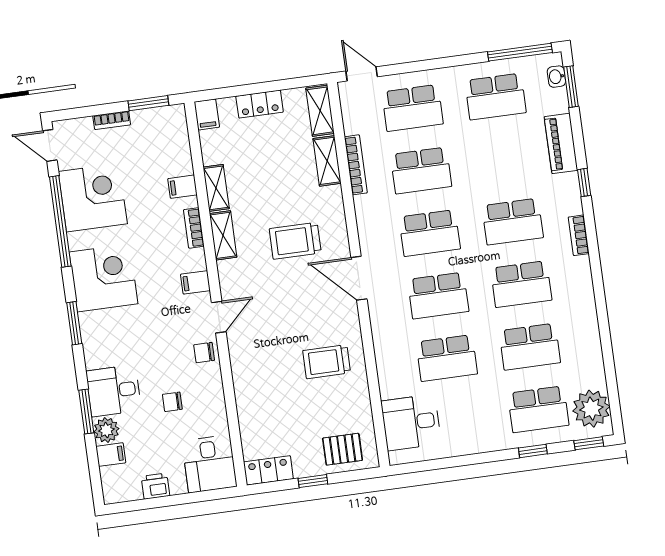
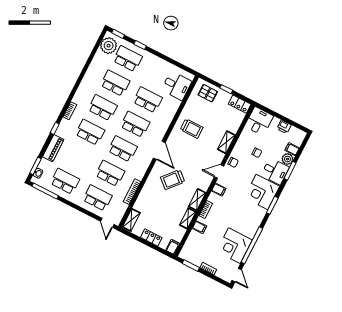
shelving: (327, 161) -> (226, 142), moved
trolley: (295, 241) -> (173, 180), turned 131
corner desk: (104, 278) -> (262, 192), moved

